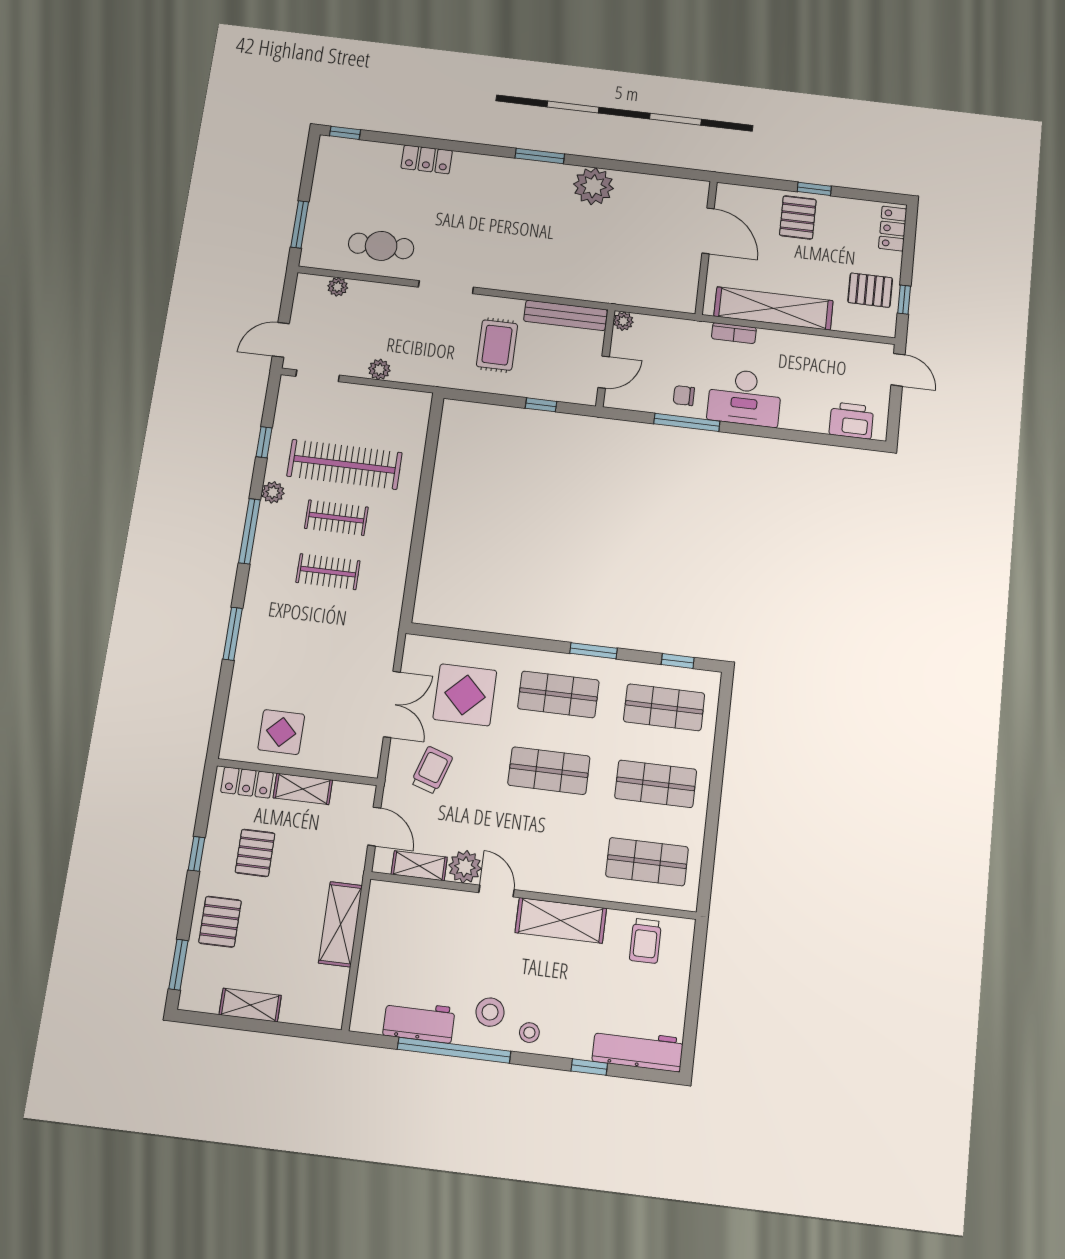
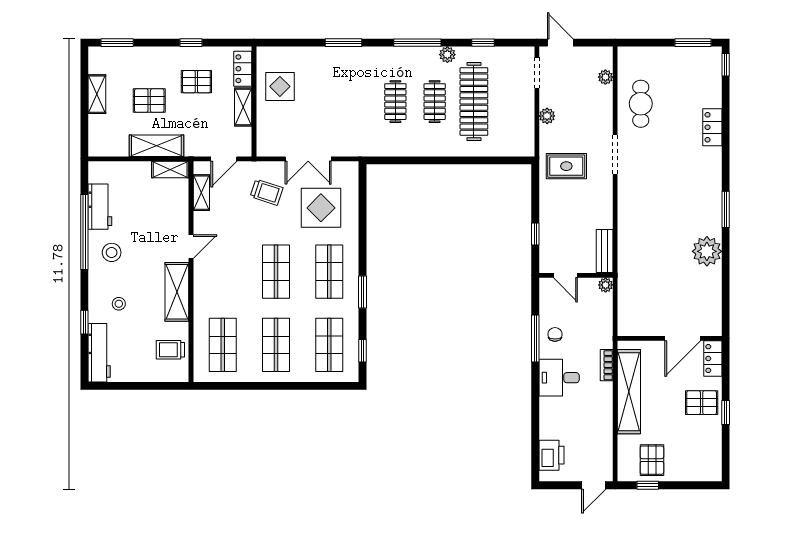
window: (300, 224) -> (693, 43), moved
locker: (893, 229) -> (713, 359), moved, turned -90
bench: (566, 315) -> (605, 251), width x0.73
rug: (497, 345) -> (566, 166), moved
desk: (745, 397) -> (559, 378), width x0.73
plant: (465, 867) -> (204, 223), removed
shelving: (379, 908) -> (170, 169), added
pallet: (220, 922) -> (149, 101), moved
stool: (529, 1033) -> (119, 304), moved

